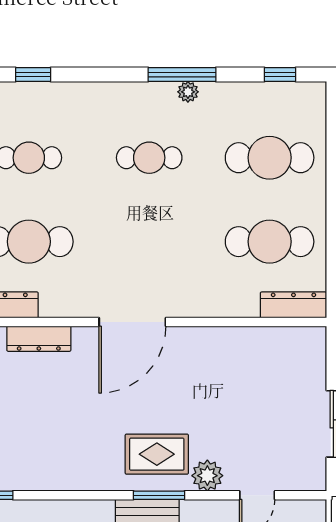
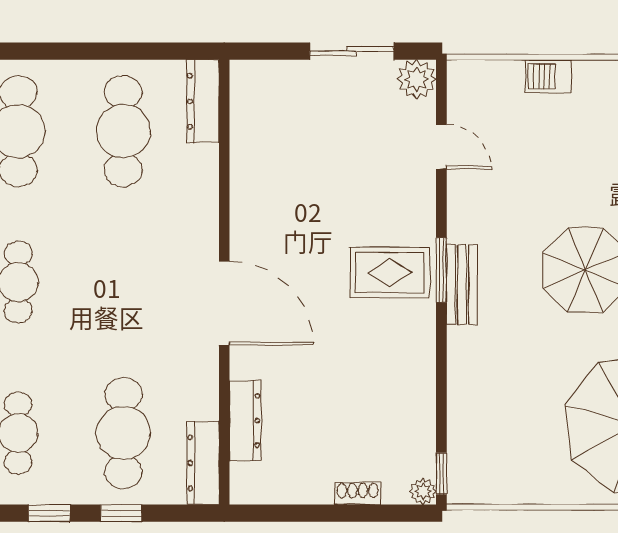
rug: (157, 454) -> (390, 273), turned 90
plant: (207, 476) -> (417, 79), moved

